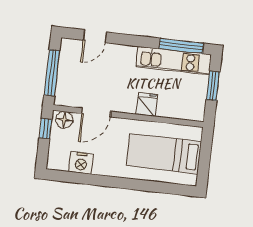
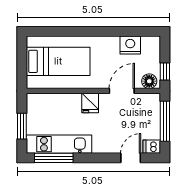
dishwasher: (70, 46) -> (152, 147), added
fridge: (147, 104) -> (90, 103), moved

